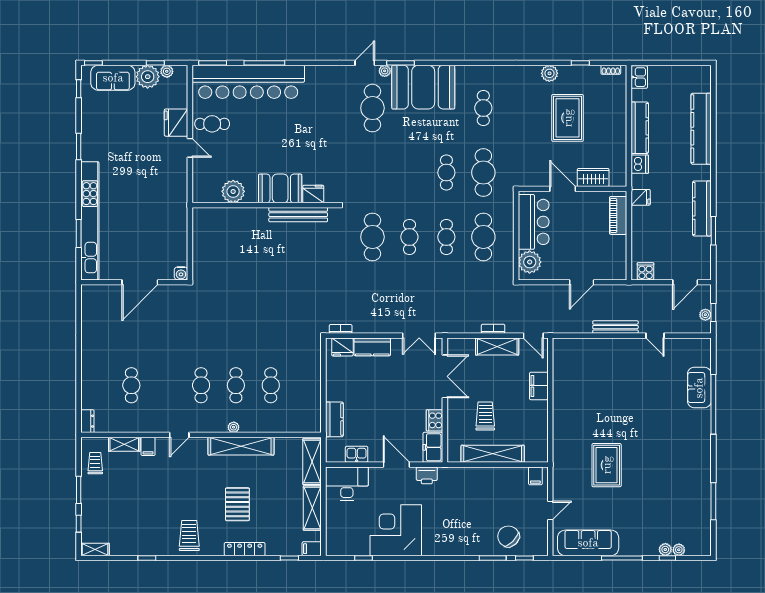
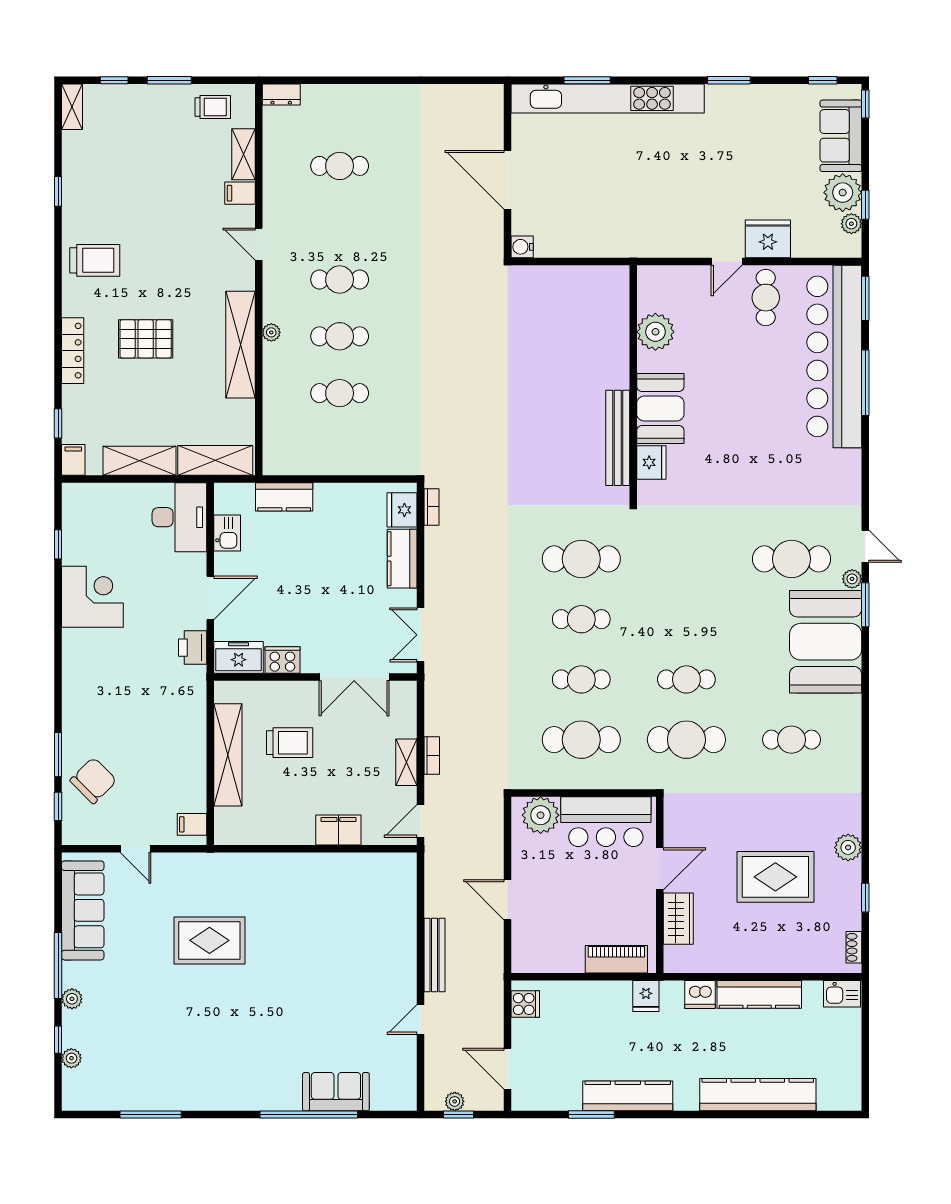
shelving: (497, 346) -> (406, 762), width x0.67, depth x0.75
corner desk: (396, 530) -> (92, 597), width x0.74, depth x0.74
plant: (665, 549) -> (72, 999), moved

